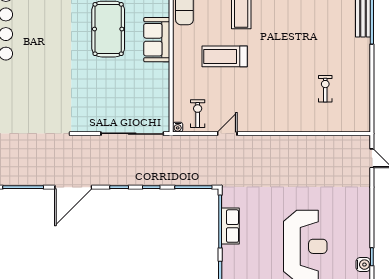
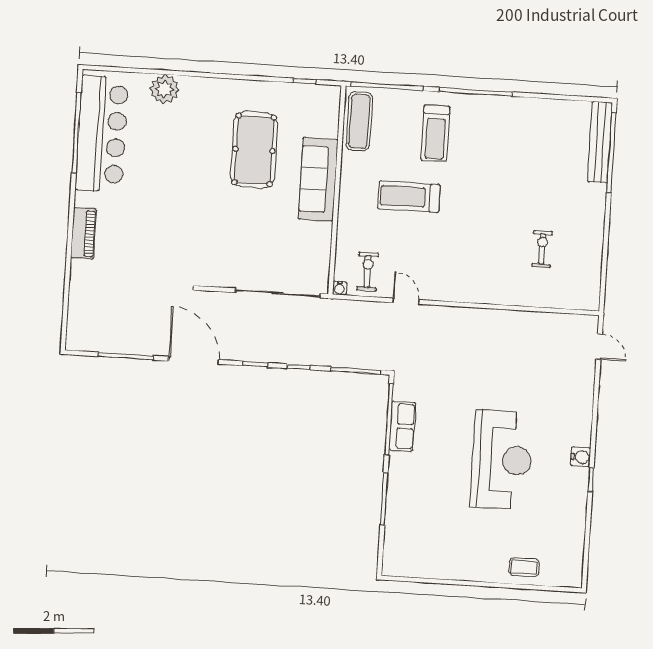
sofa: (157, 40) -> (318, 179), width x1.36
door: (227, 134) -> (406, 301), hinge flipped
door: (73, 187) -> (194, 360), swing flipped
water cooler: (363, 265) -> (581, 457), moved

